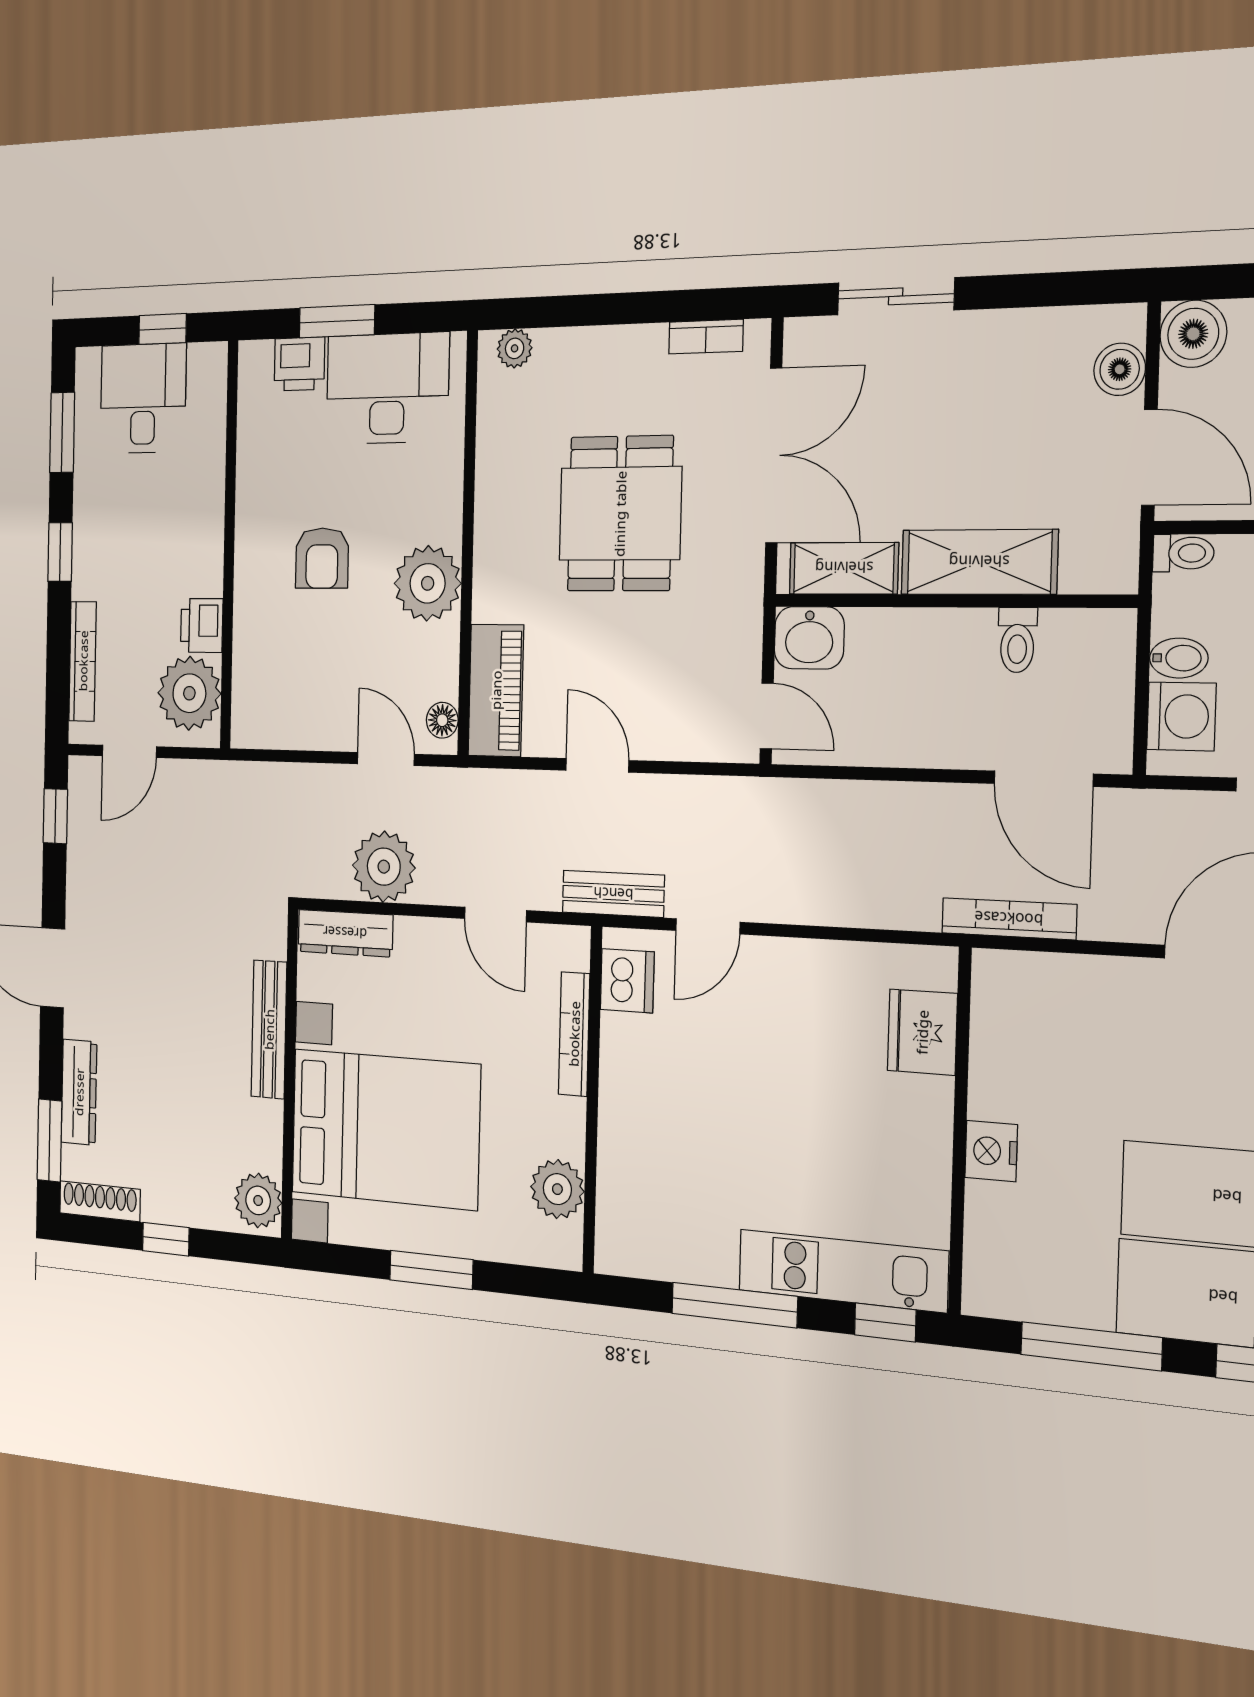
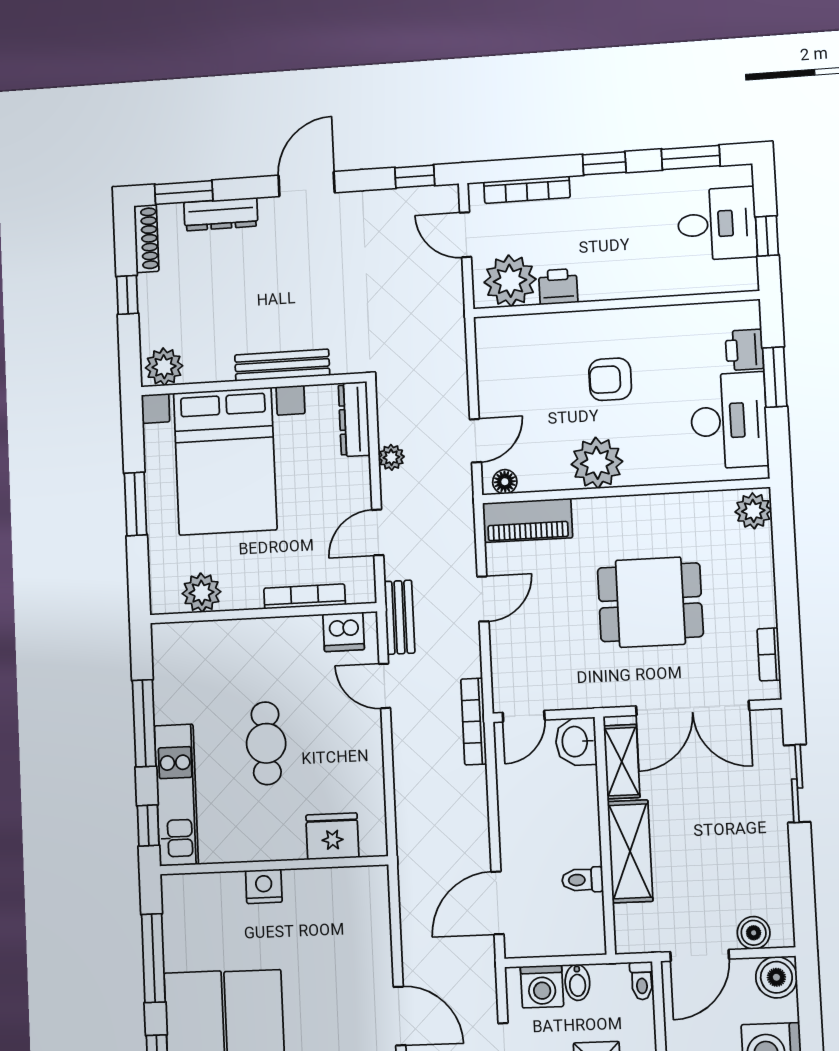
plant: (515, 348) -> (753, 511), width x1.38, depth x1.38
plant: (384, 867) -> (391, 457), width x0.53, depth x0.53
bookcase: (1009, 919) -> (474, 721), moved, turned 180
cafe table: (777, 1119) -> (266, 743), added

